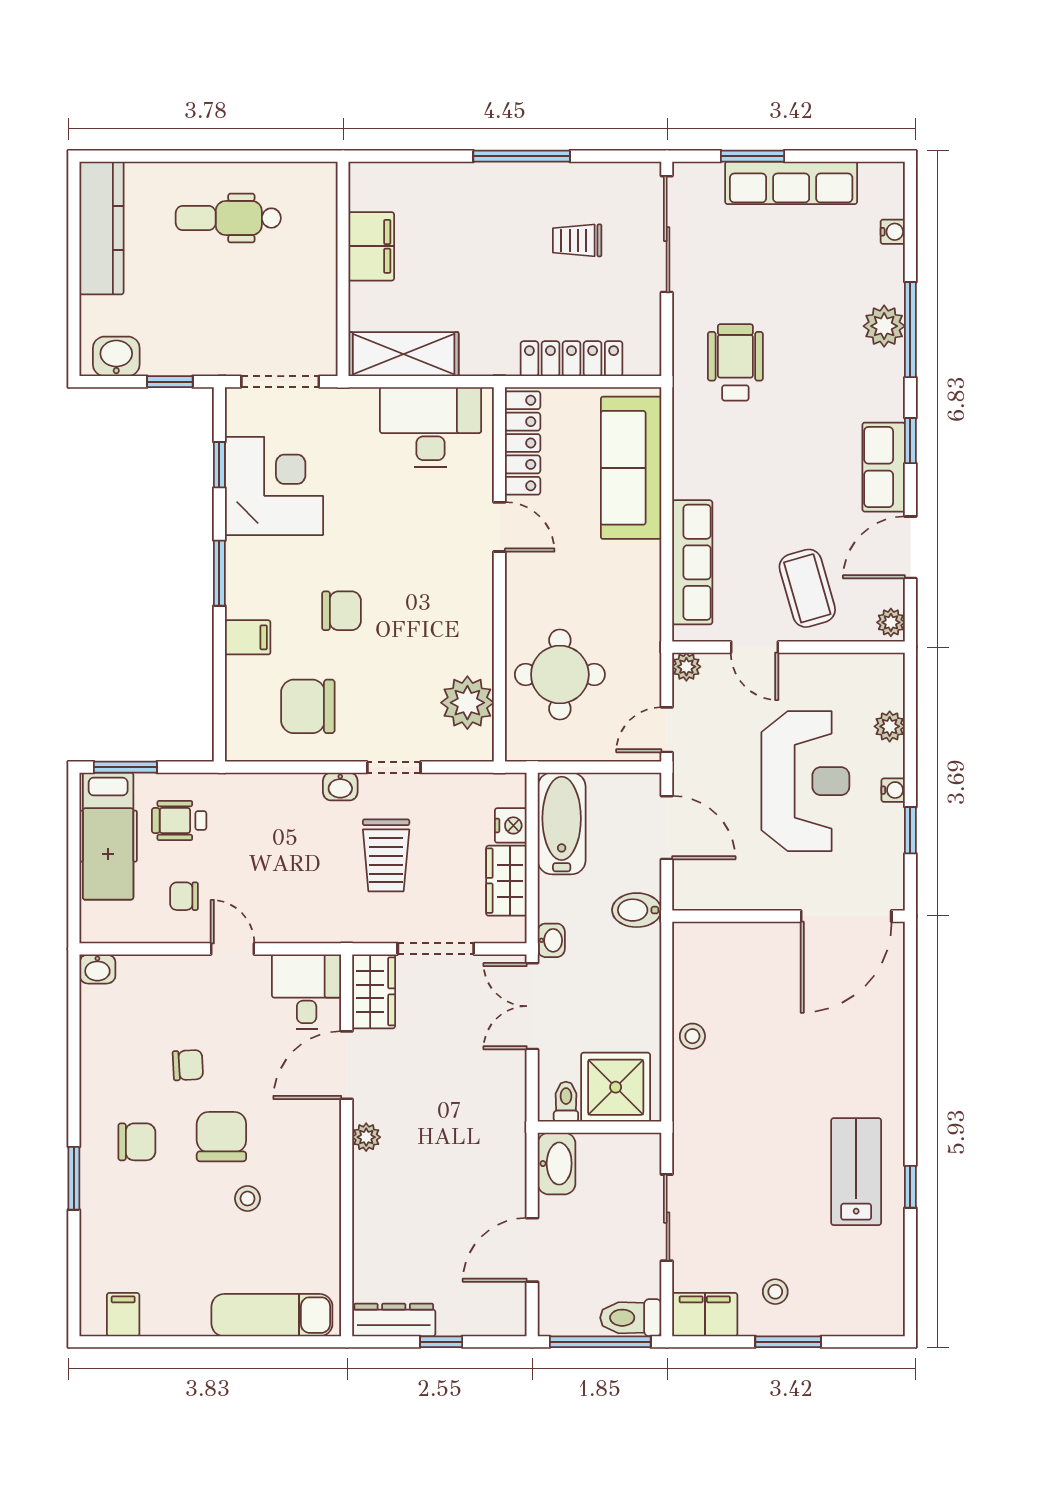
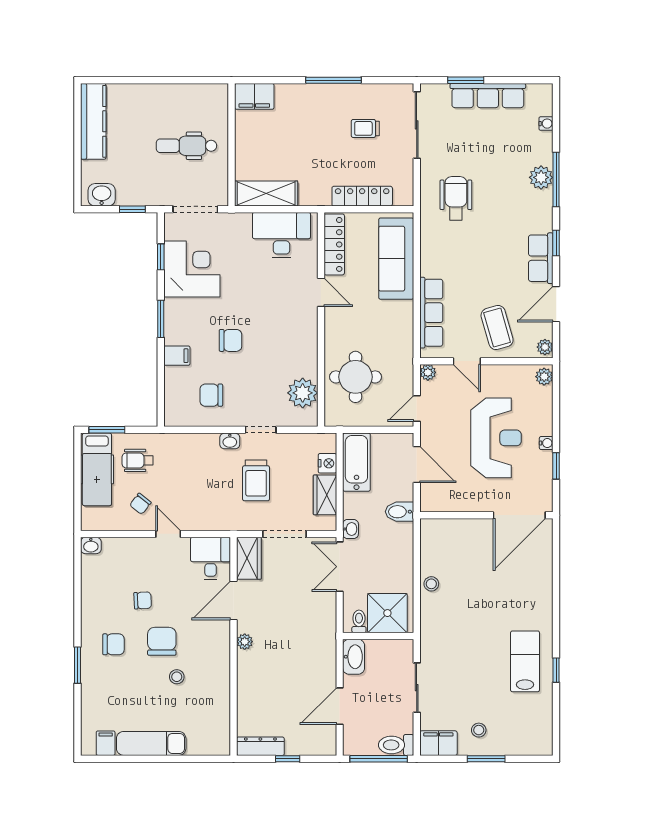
dental chair: (228, 218) -> (186, 146), moved
filing cabinet: (371, 246) -> (254, 96), moved, turned 90
chair: (308, 706) -> (211, 395), width x0.73, depth x0.73
plant: (890, 726) -> (544, 377), moved
chair: (184, 896) -> (140, 504), turned -52
exam couch: (272, 1315) -> (151, 743), moved

